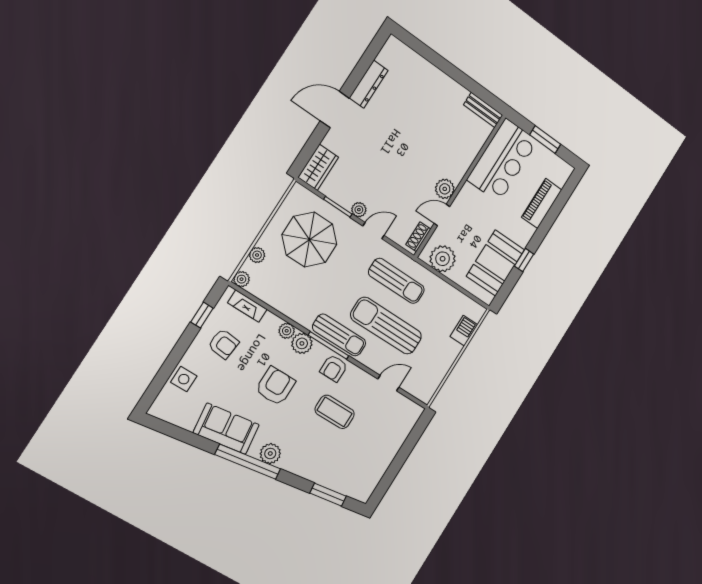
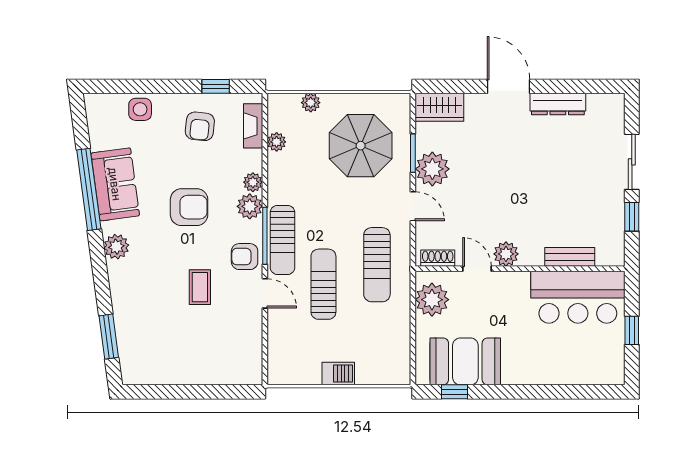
sliding door: (439, 62) -> (632, 162), added
window: (474, 88) -> (632, 217), added
bench: (483, 110) -> (570, 257), moved, turned 90
window: (545, 140) -> (632, 330), width x0.67
piano: (542, 204) -> (562, 372), removed
plant: (359, 210) -> (432, 169), width x1.87, depth x1.87
window: (524, 260) -> (454, 392), moved
plant: (242, 279) -> (277, 142), moved
sun lounger: (386, 326) -> (323, 284), width x0.73, depth x0.75
barbecue: (464, 331) -> (338, 374), moved
door: (388, 383) -> (265, 293), moved
coffee table: (335, 412) -> (200, 287), width x0.73, depth x0.77
window: (248, 462) -> (89, 189), moved

